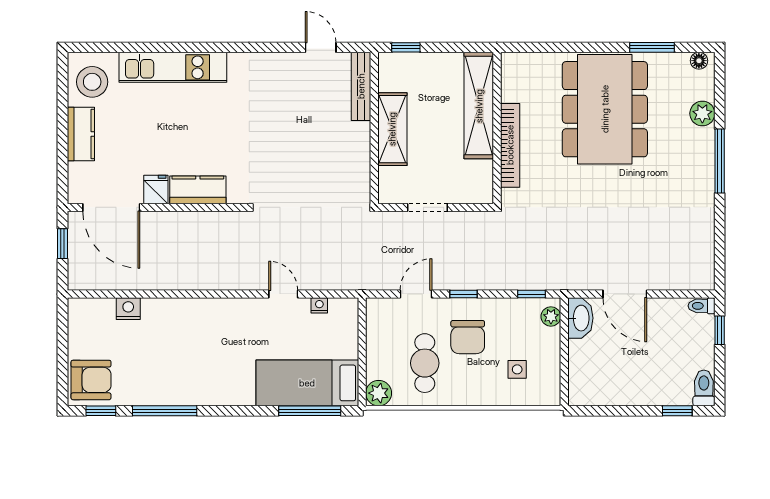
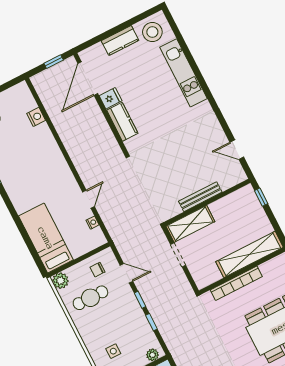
door: (321, 47) -> (237, 150), swing flipped
bench: (361, 86) -> (200, 197), moved
shelving: (392, 129) -> (190, 224), moved
window: (531, 294) -> (151, 322), moved
chair: (468, 337) -> (97, 270), moved, width x0.54, depth x0.54
window: (310, 411) -> (31, 247), removed

